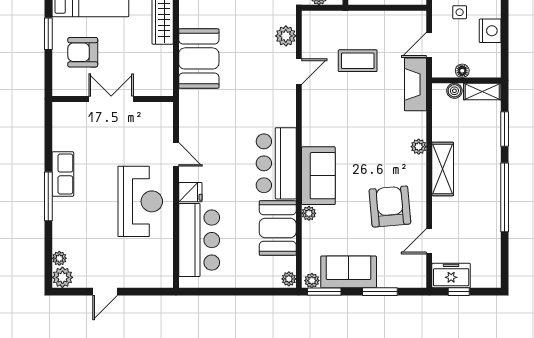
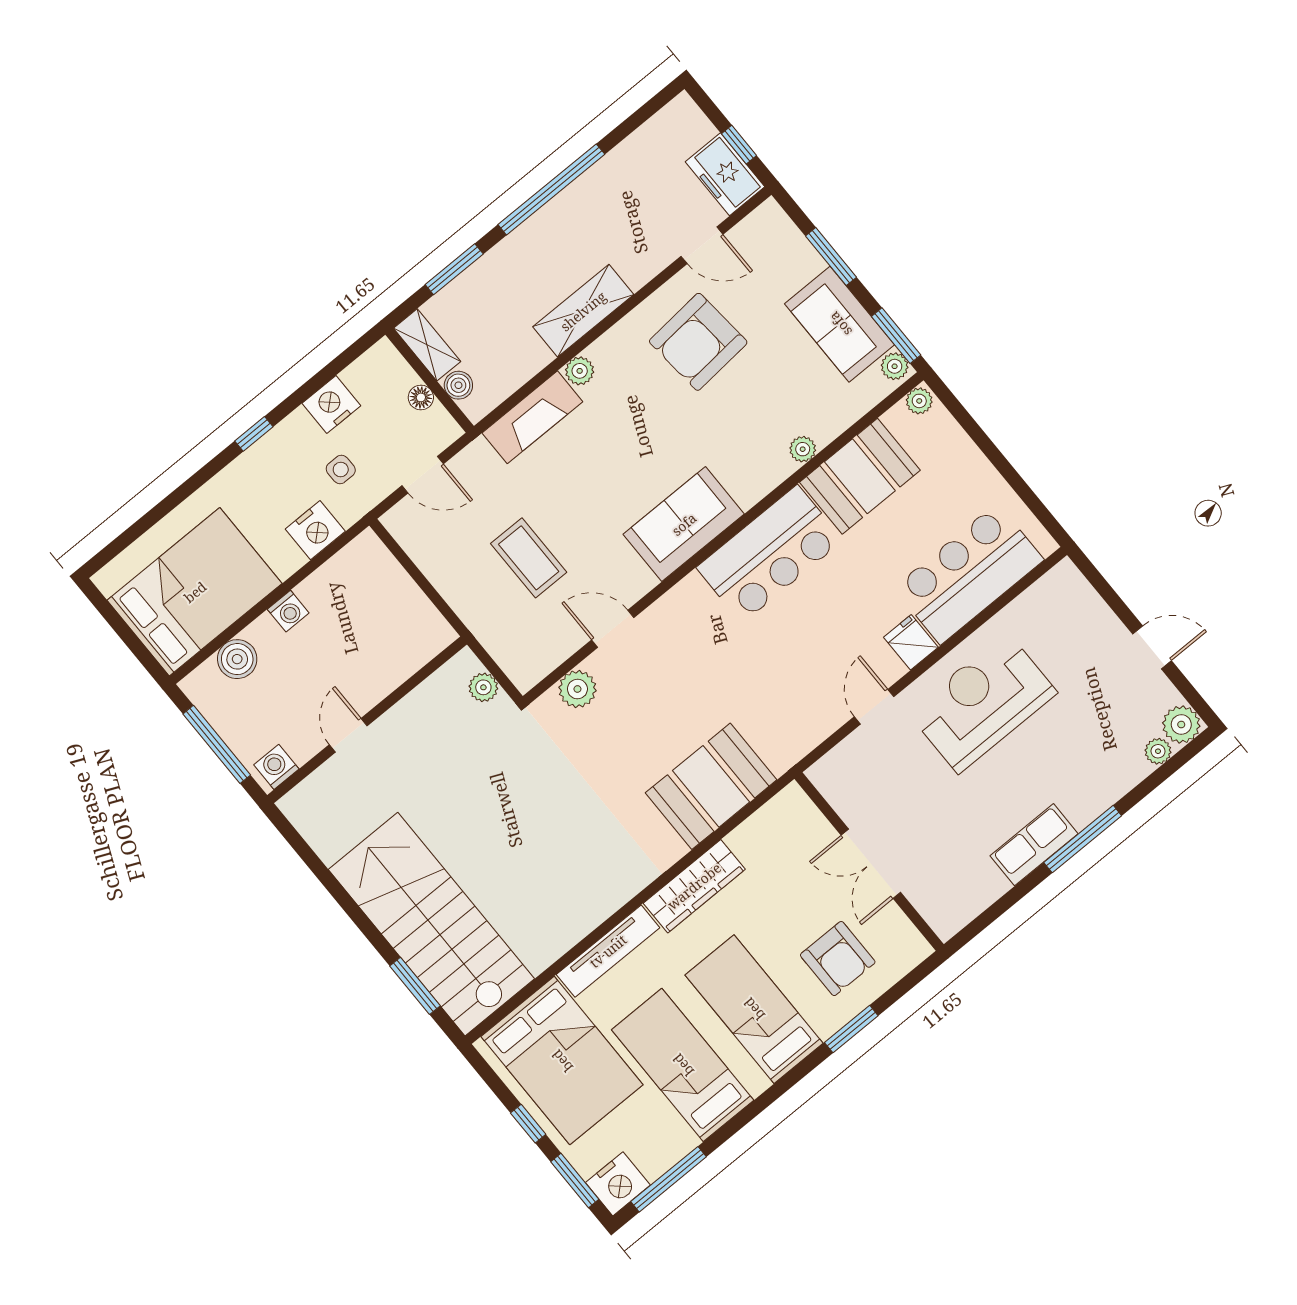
fireplace: (415, 84) -> (532, 417), moved
sofa: (318, 176) -> (684, 524), moved

